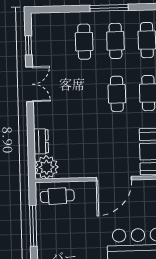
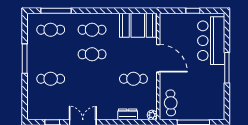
cafe table: (115, 41) -> (133, 79), moved
plant: (46, 167) -> (152, 115), width x0.53, depth x0.53

